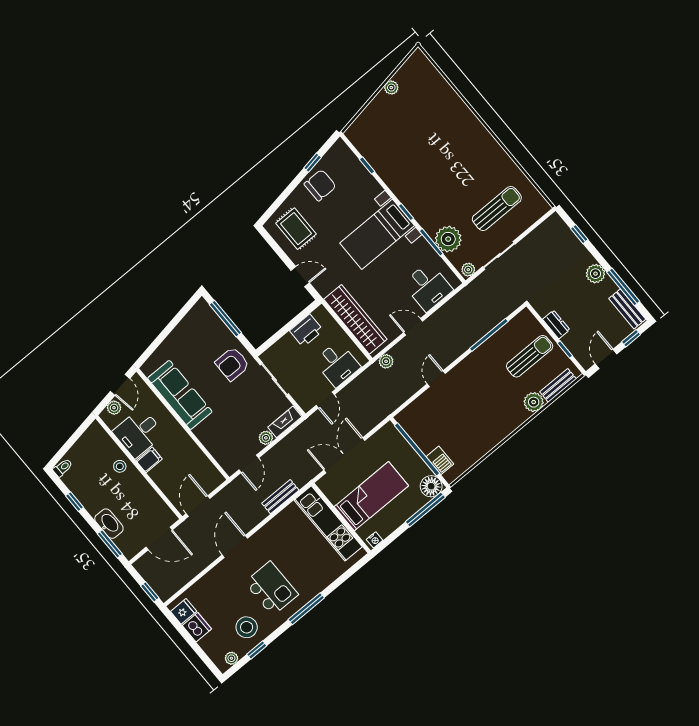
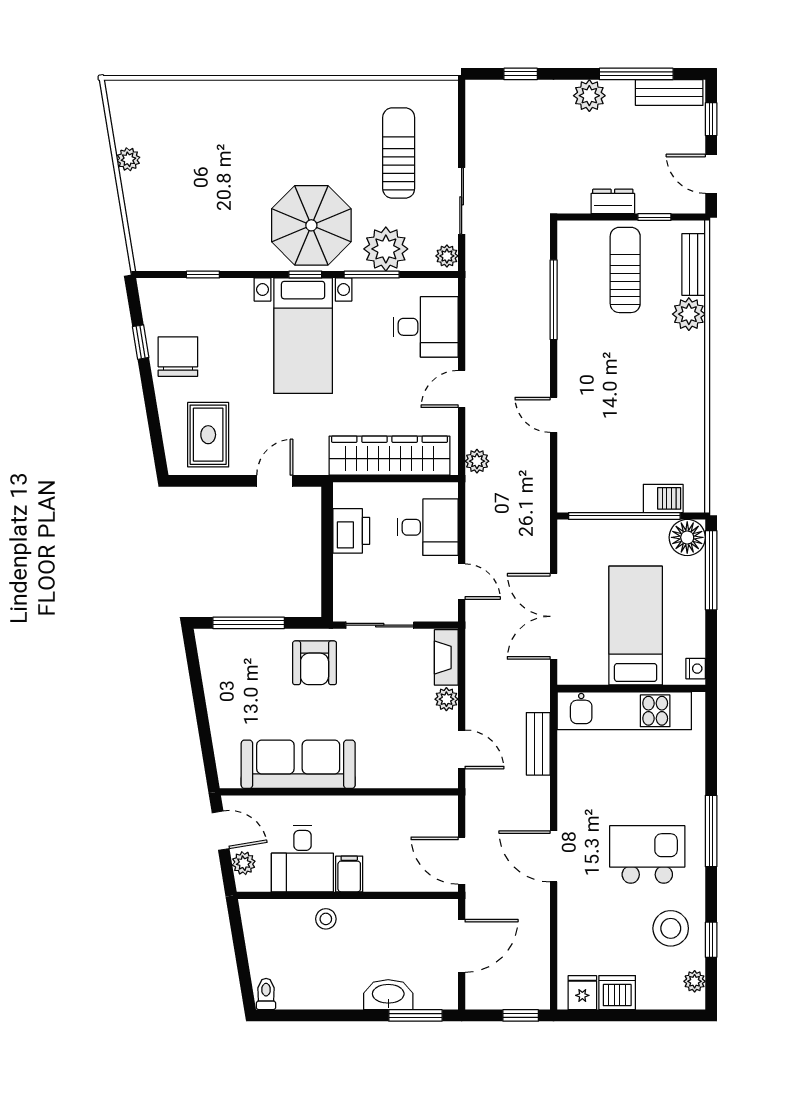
parasol: (431, 196) -> (311, 225), added
rug: (296, 229) -> (208, 435), turned 90
window: (74, 502) -> (323, 1015), removed

